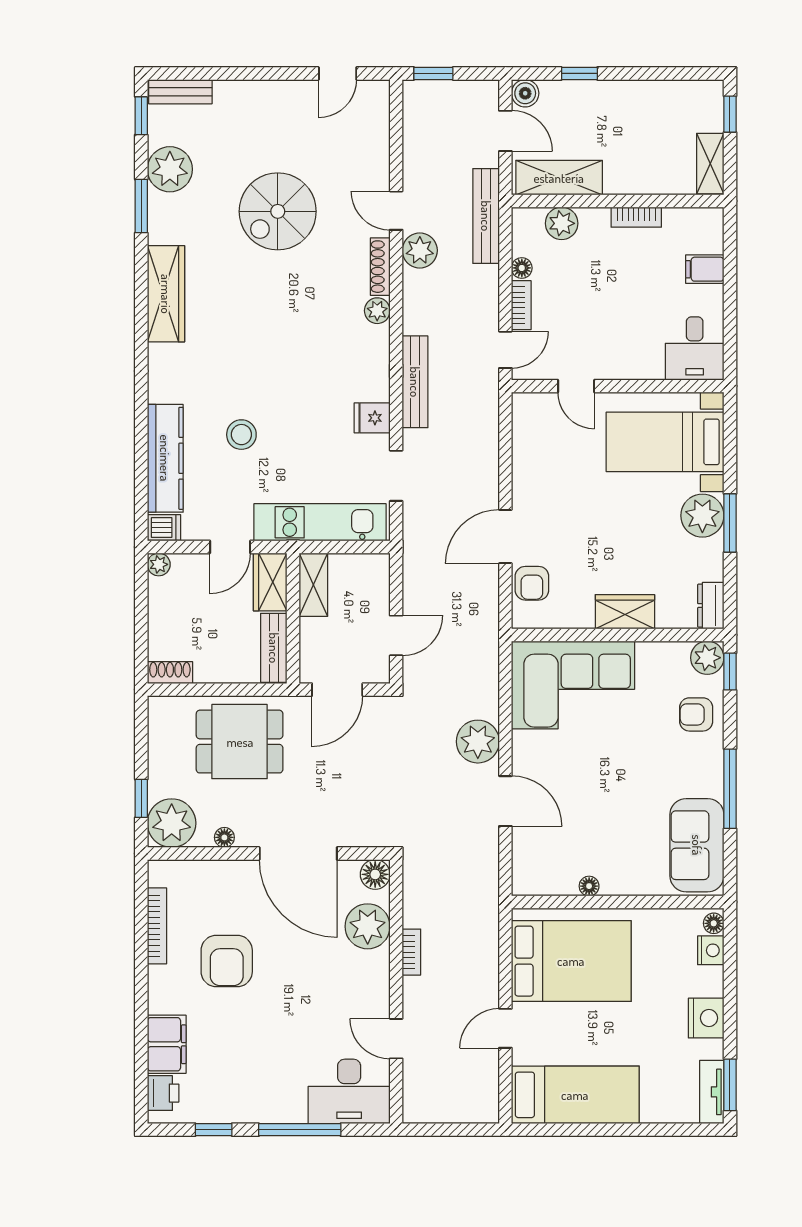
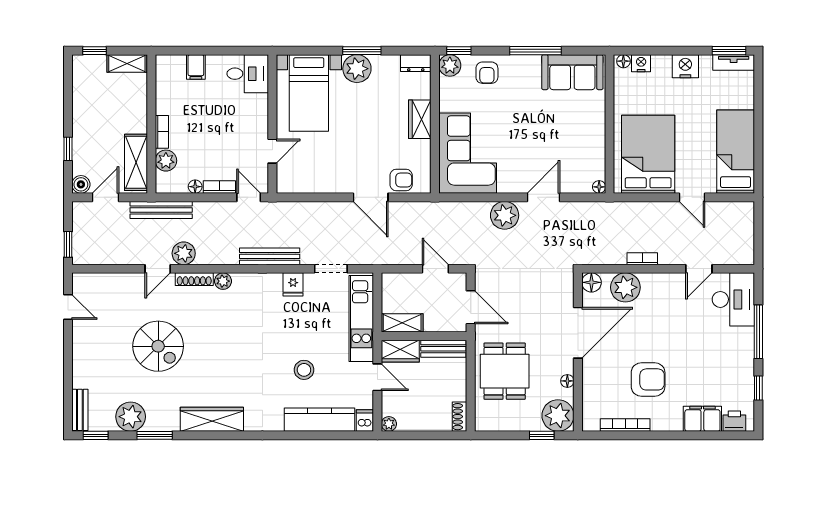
bookcase: (636, 217) -> (162, 132), moved
floor lamp: (589, 886) -> (599, 187), moved

